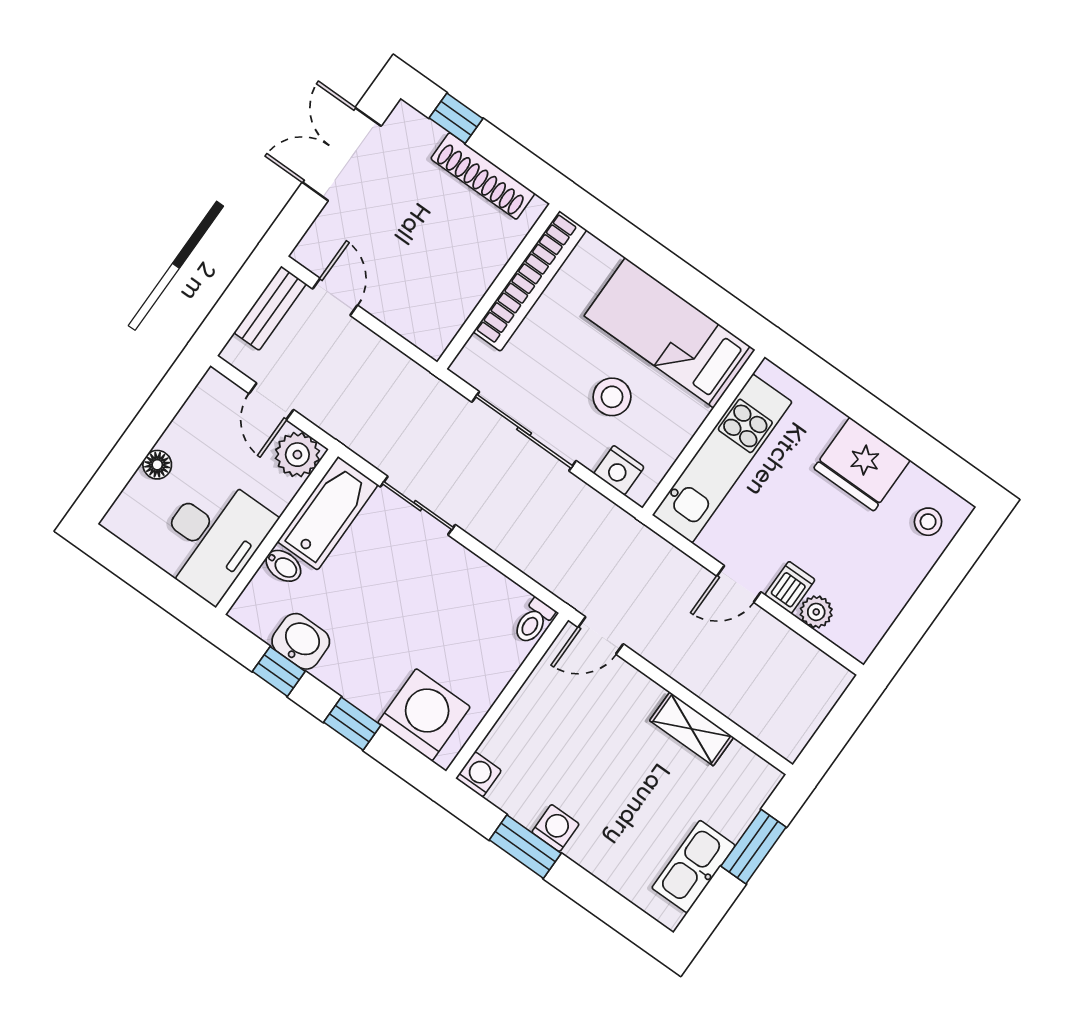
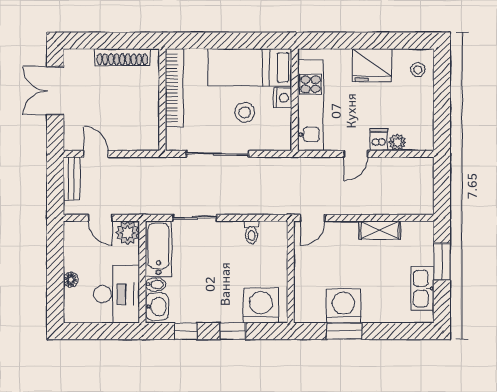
window: (456, 118) -> (93, 41), removed
nightstand: (619, 470) -> (282, 98), moved, turned -90
toilet: (533, 621) -> (252, 232), moved
washbasin: (301, 641) -> (157, 307), moved, turned 90
washing machine: (479, 774) -> (302, 314), removed
washing machine: (555, 828) -> (343, 306), width x1.89, depth x1.89

